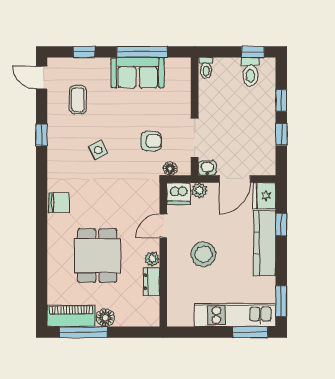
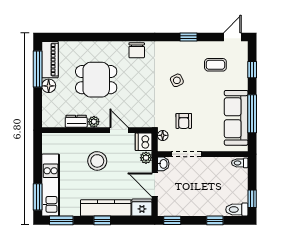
toilet: (250, 72) -> (237, 210), moved
sofa: (138, 73) -> (236, 118), width x1.36
window: (281, 135) -> (172, 220), moved
window: (281, 225) -> (102, 220), moved

